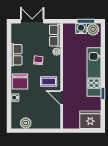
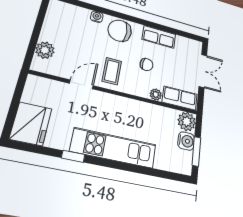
plant: (93, 29) -> (187, 122), moved
plant: (26, 123) -> (45, 50), moved

